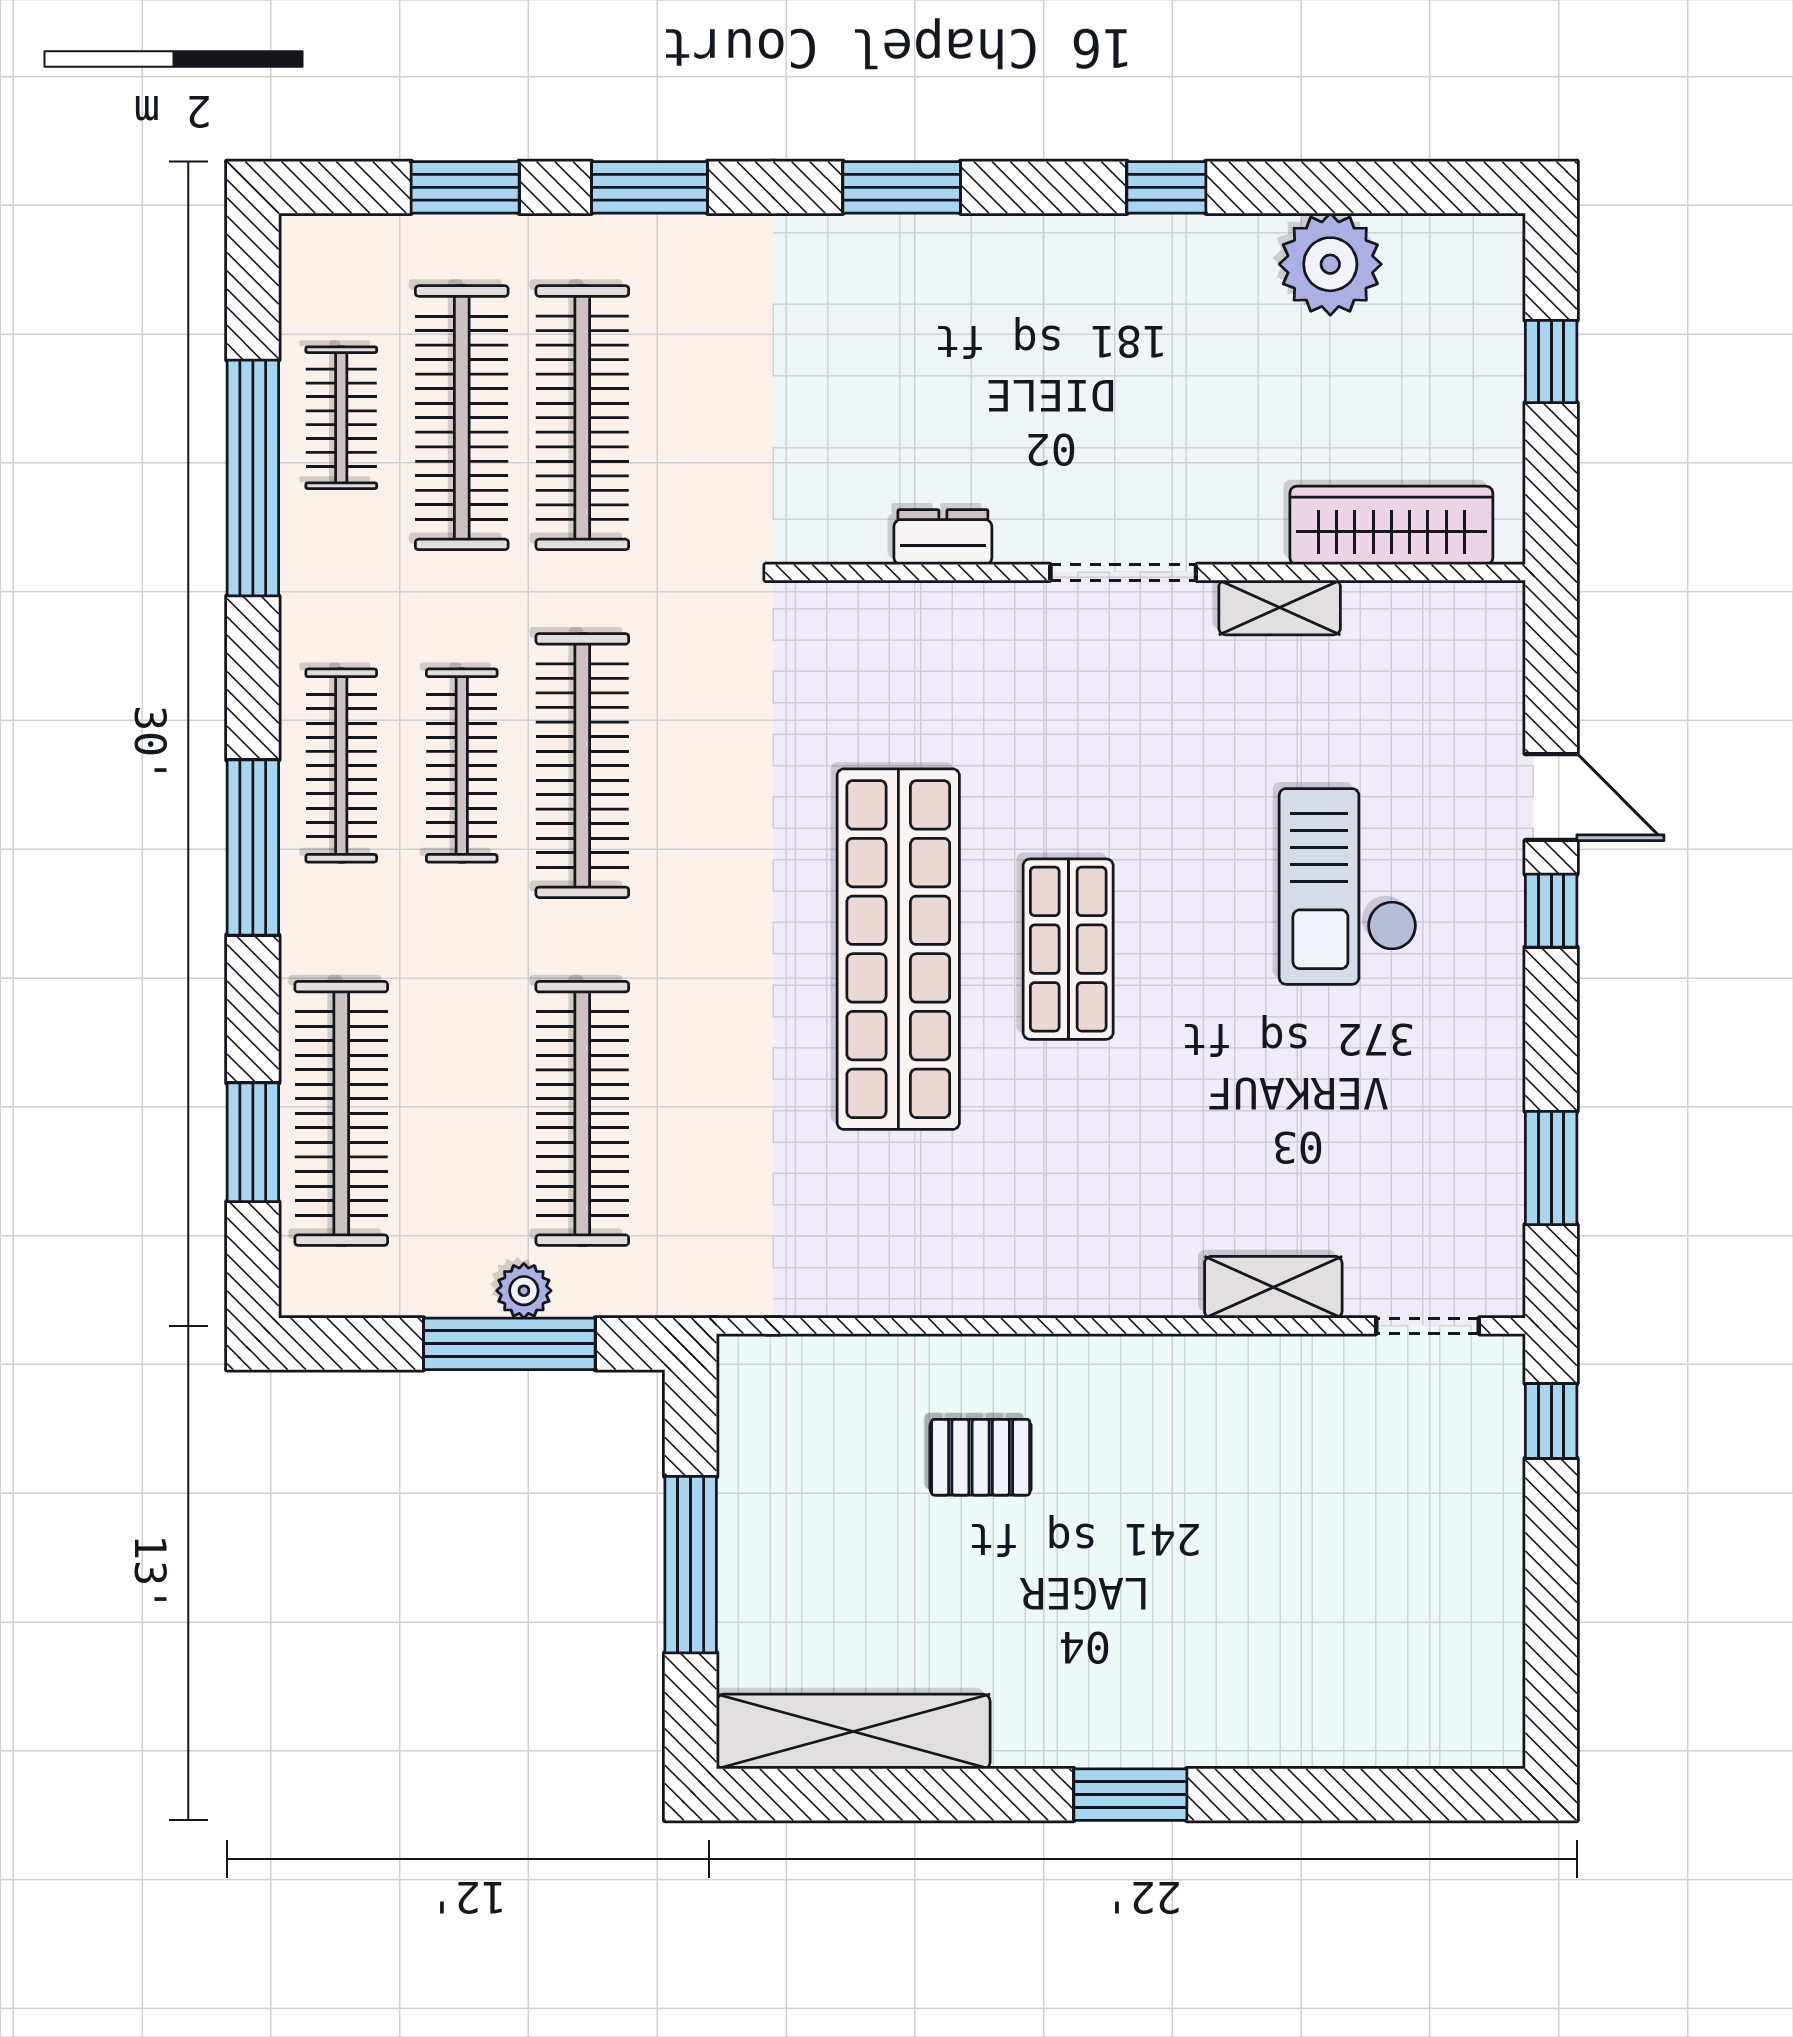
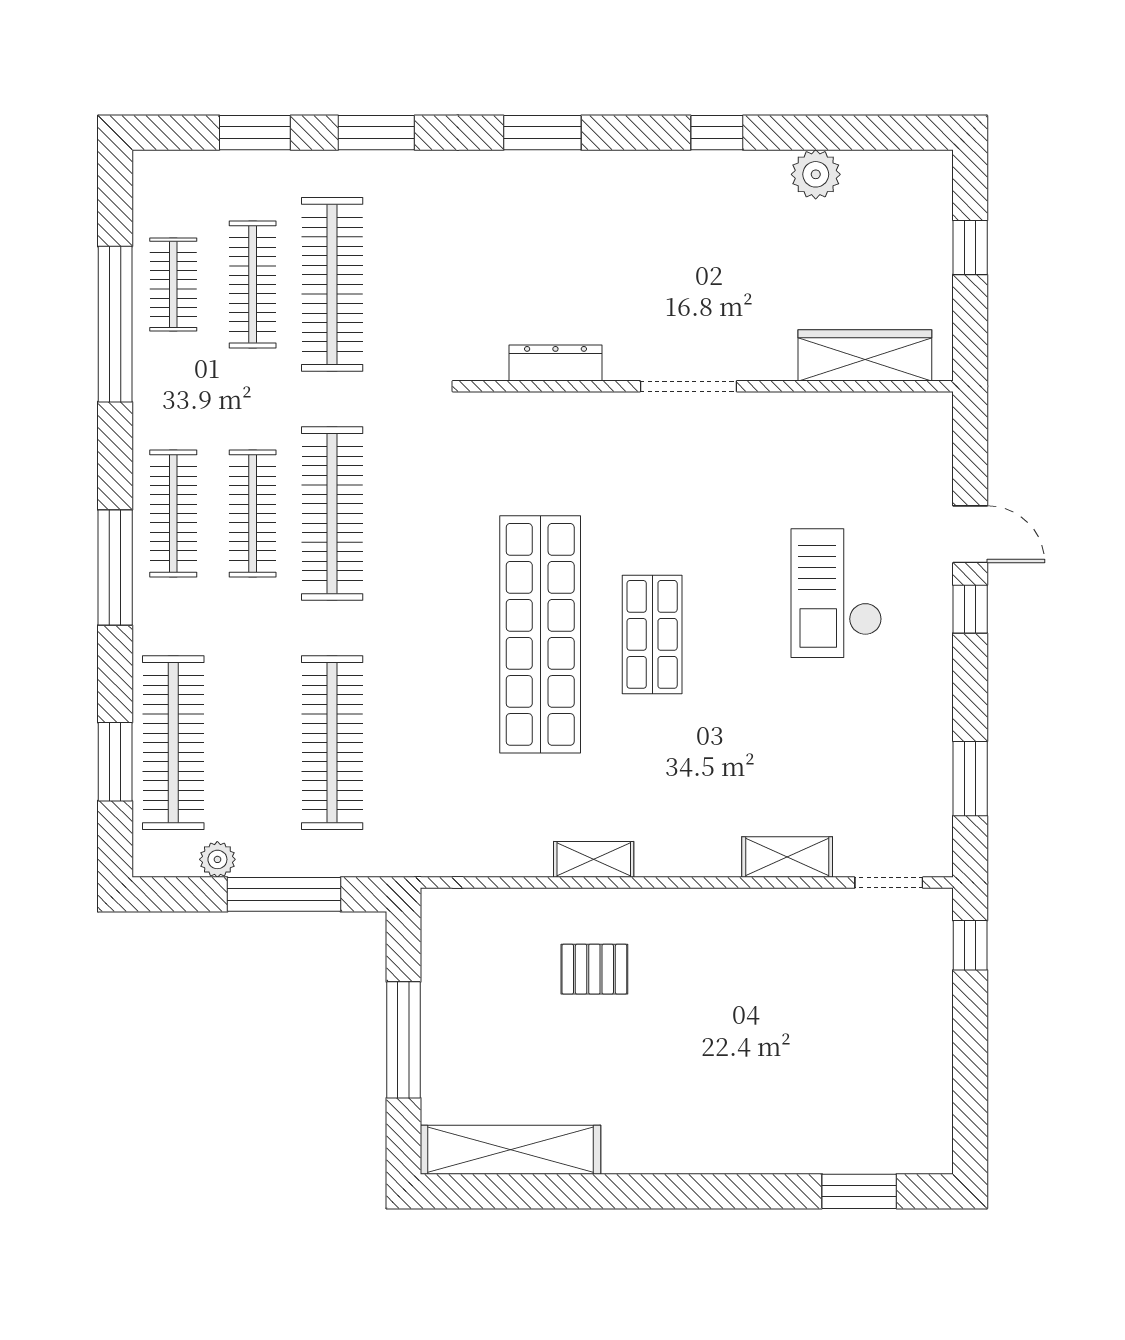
plant: (1330, 264) -> (816, 174), width x0.73, depth x0.73
clothes rail: (462, 418) -> (253, 284), width x0.73, depth x0.76
dresser: (943, 537) -> (555, 363), width x1.44
shelving: (1280, 607) -> (594, 859), moved
plant: (524, 1291) -> (217, 859), moved
window: (1130, 1795) -> (859, 1191), moved

